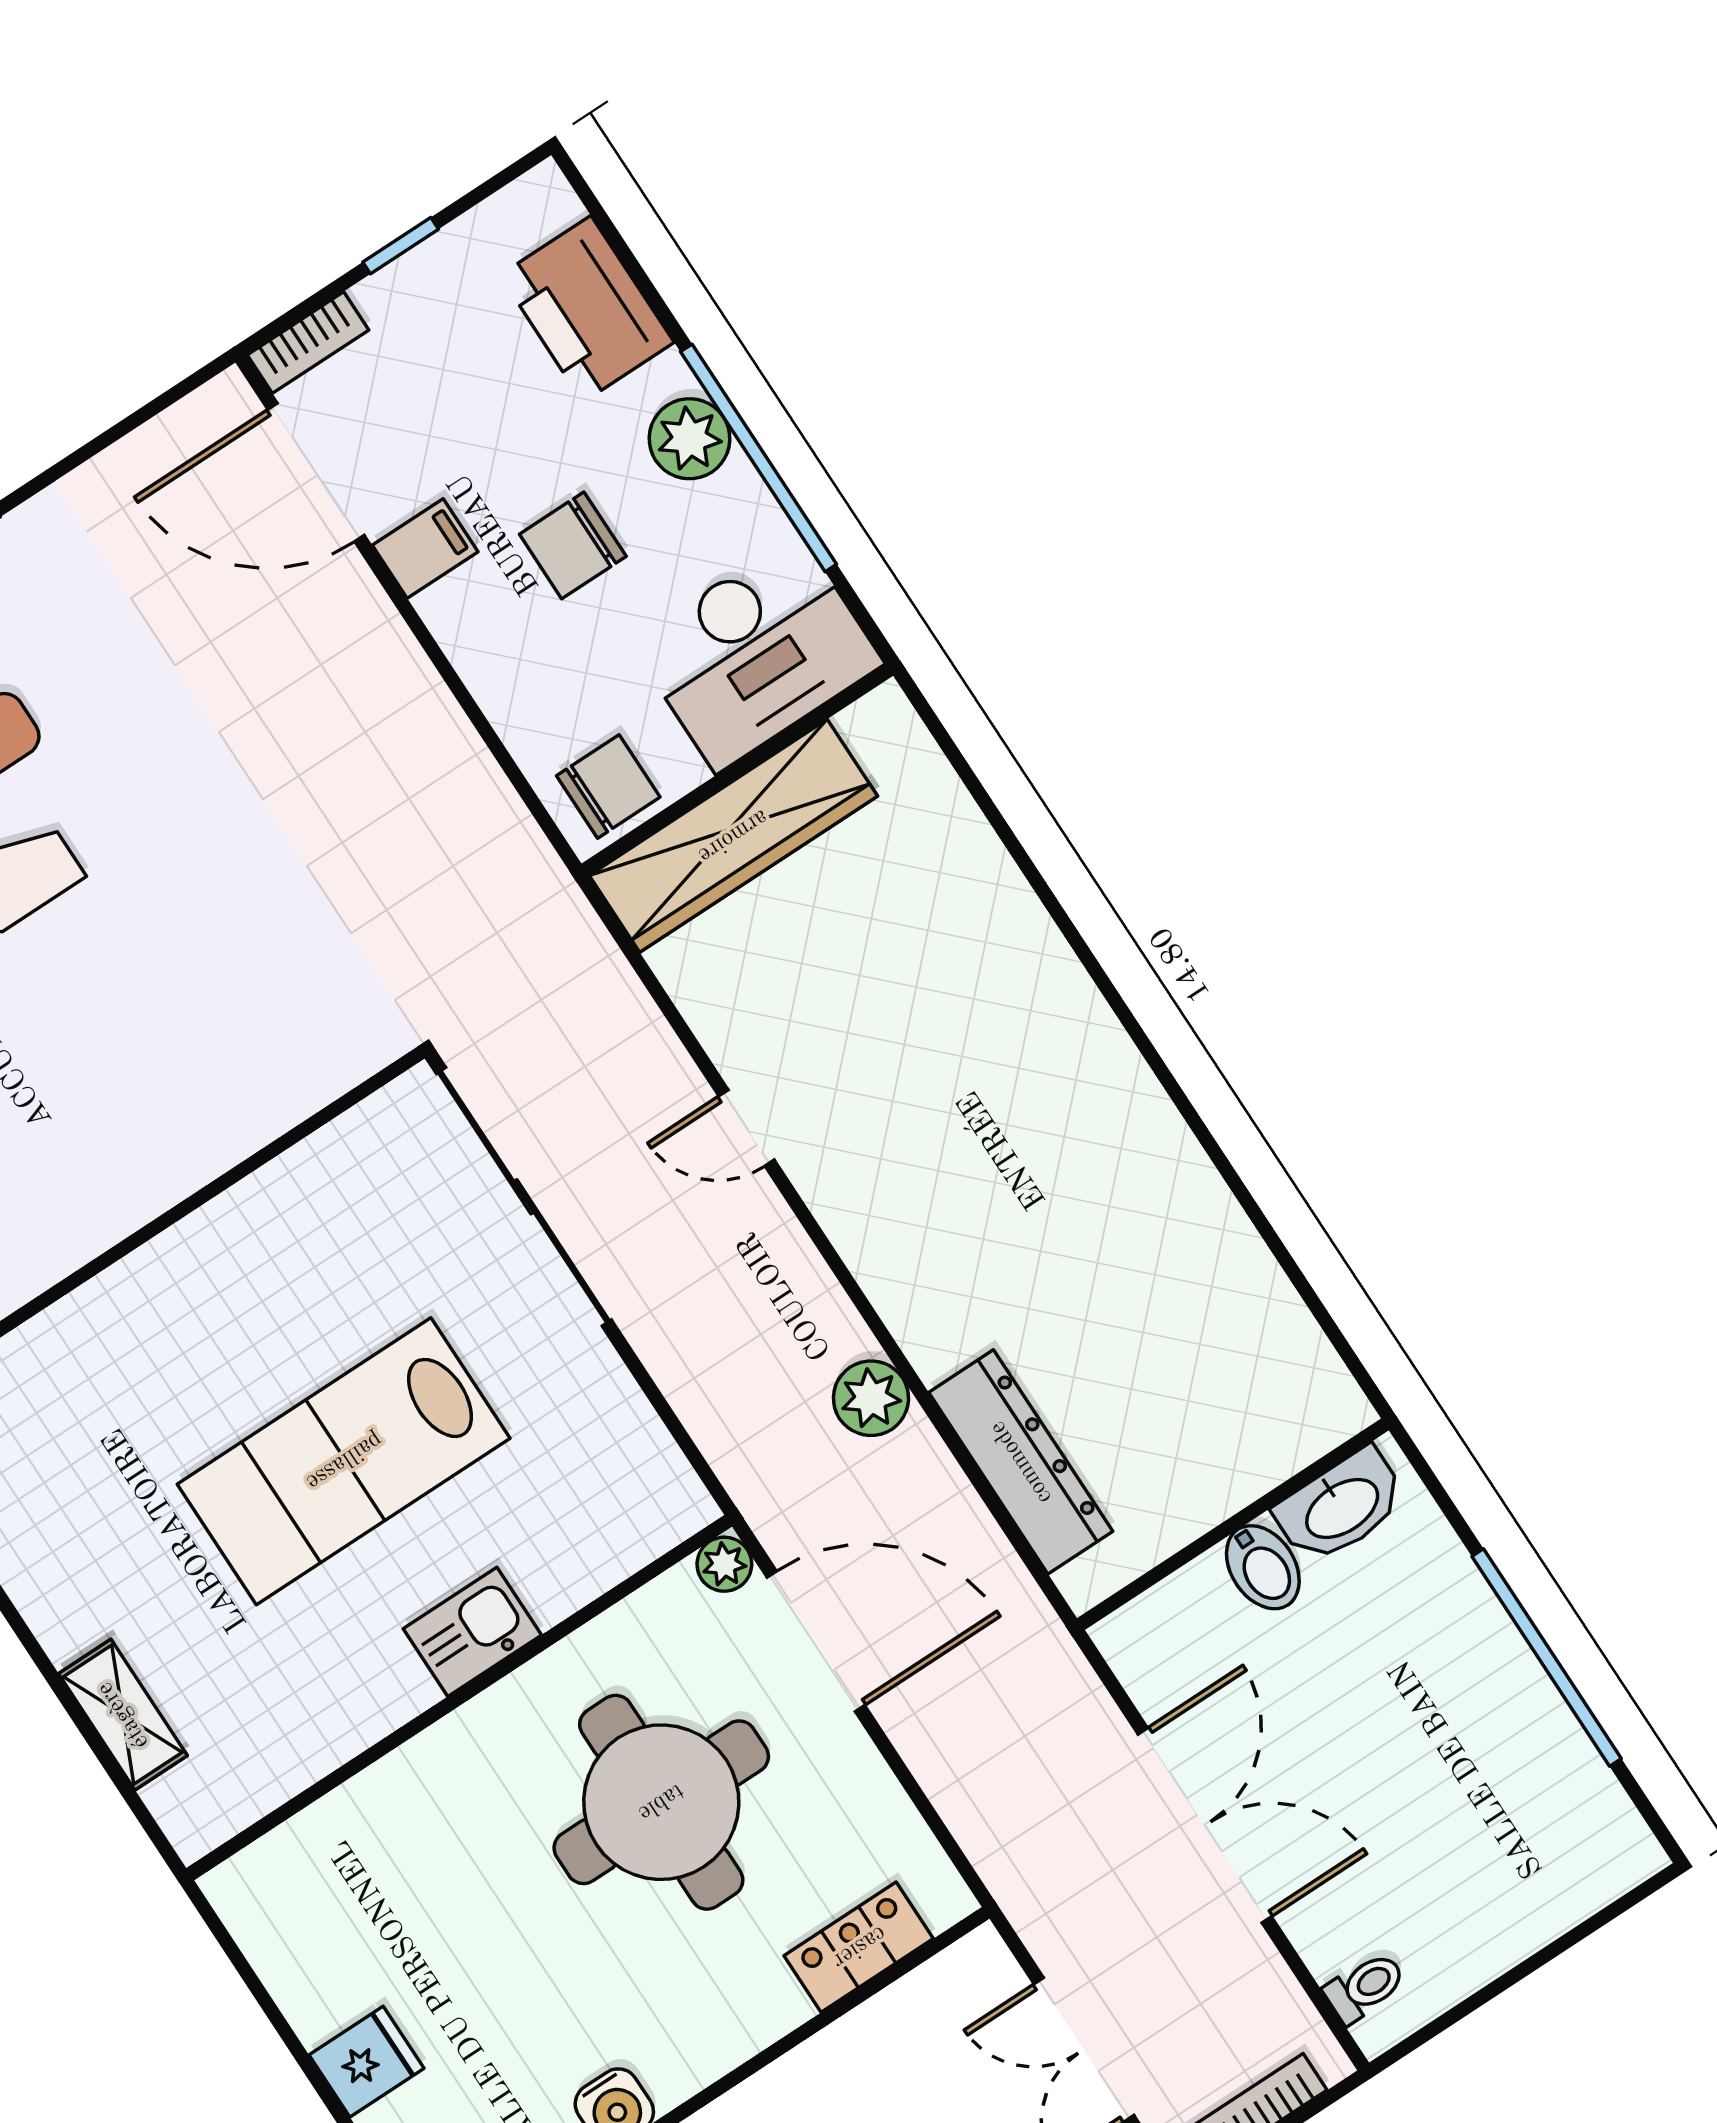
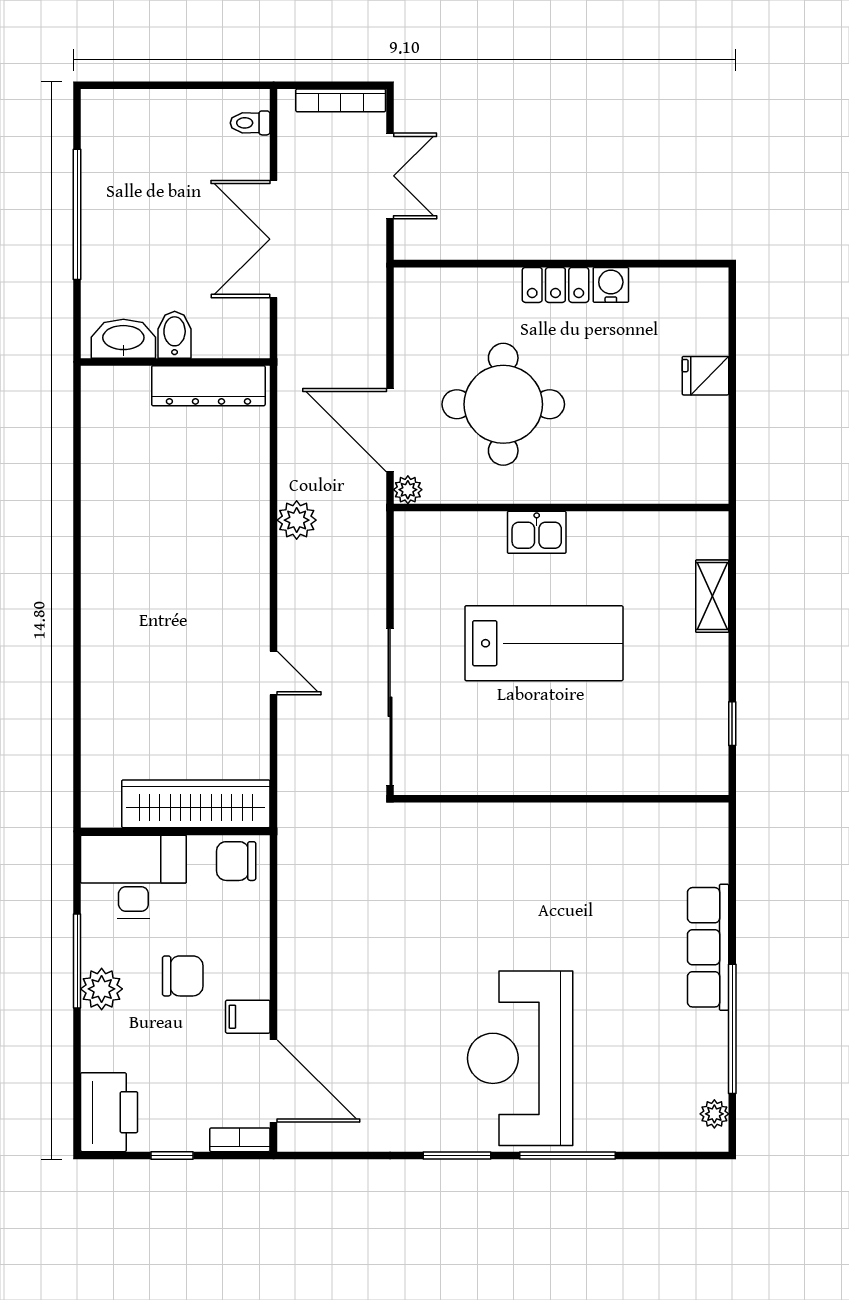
printer: (587, 309) -> (109, 1112), moved
window: (759, 458) -> (77, 961), width x0.68
dresser: (1021, 1462) -> (208, 386), moved, turned -90
locker: (859, 1947) -> (555, 285), moved

